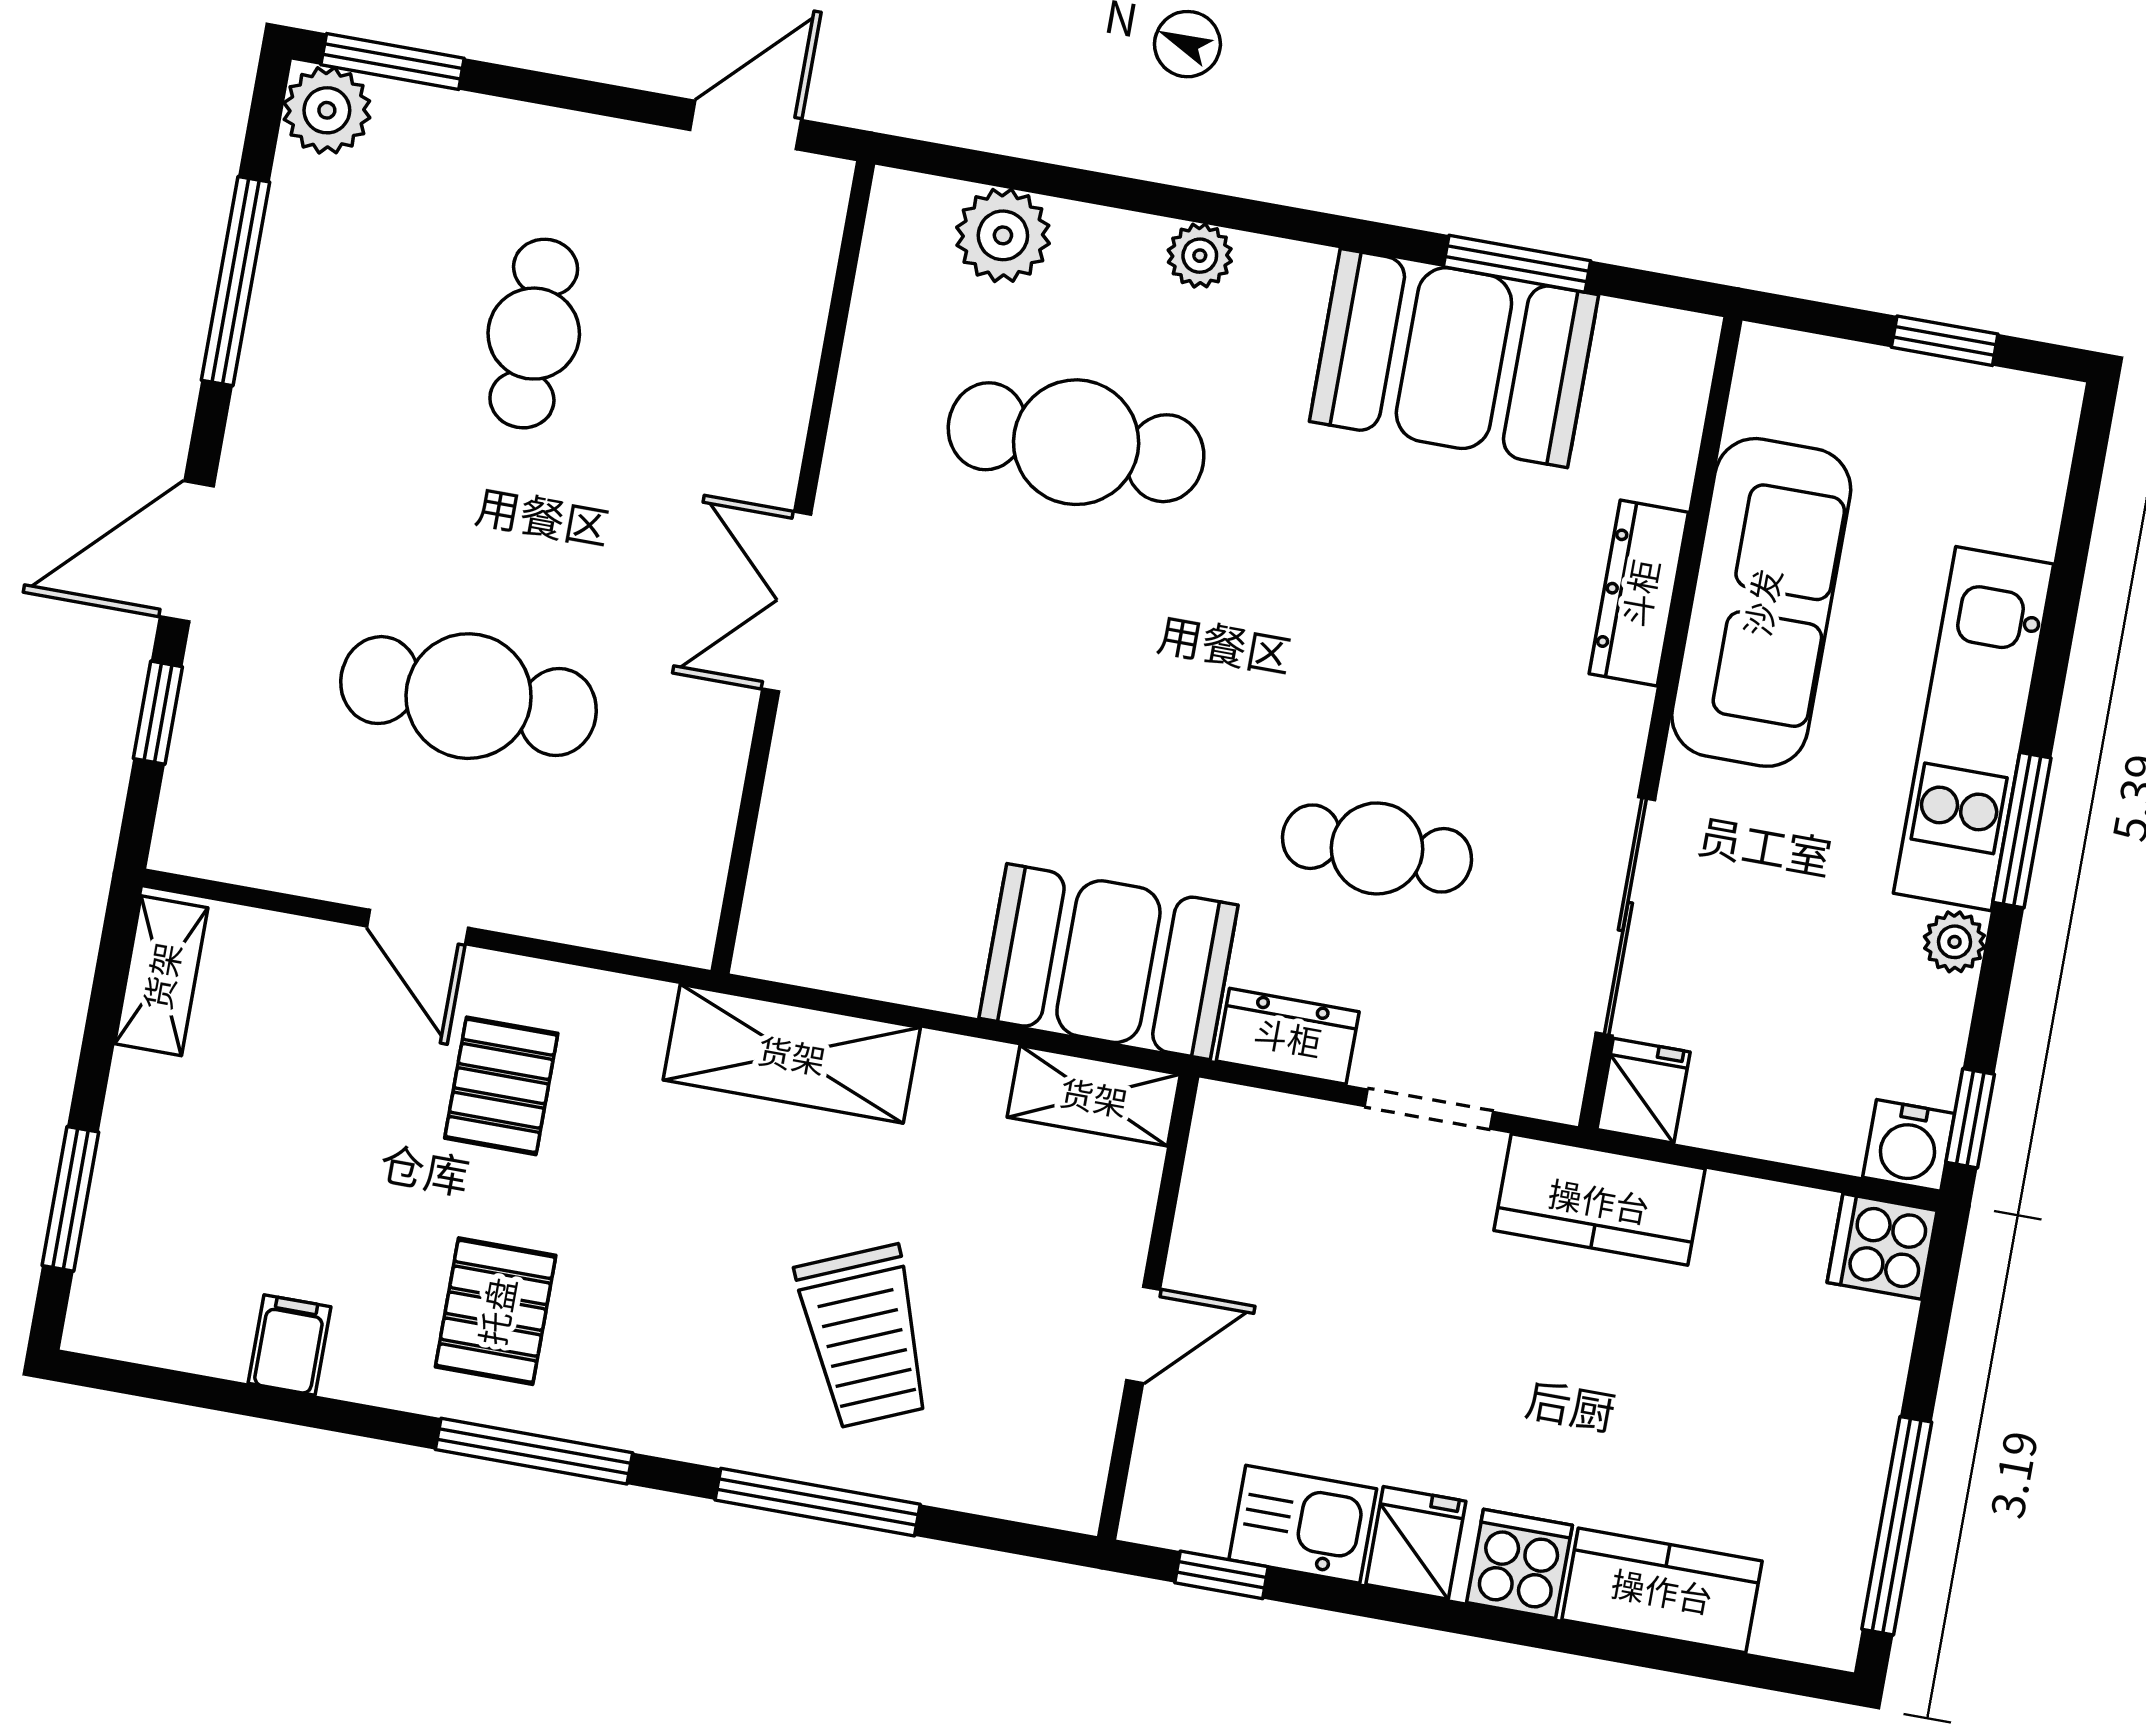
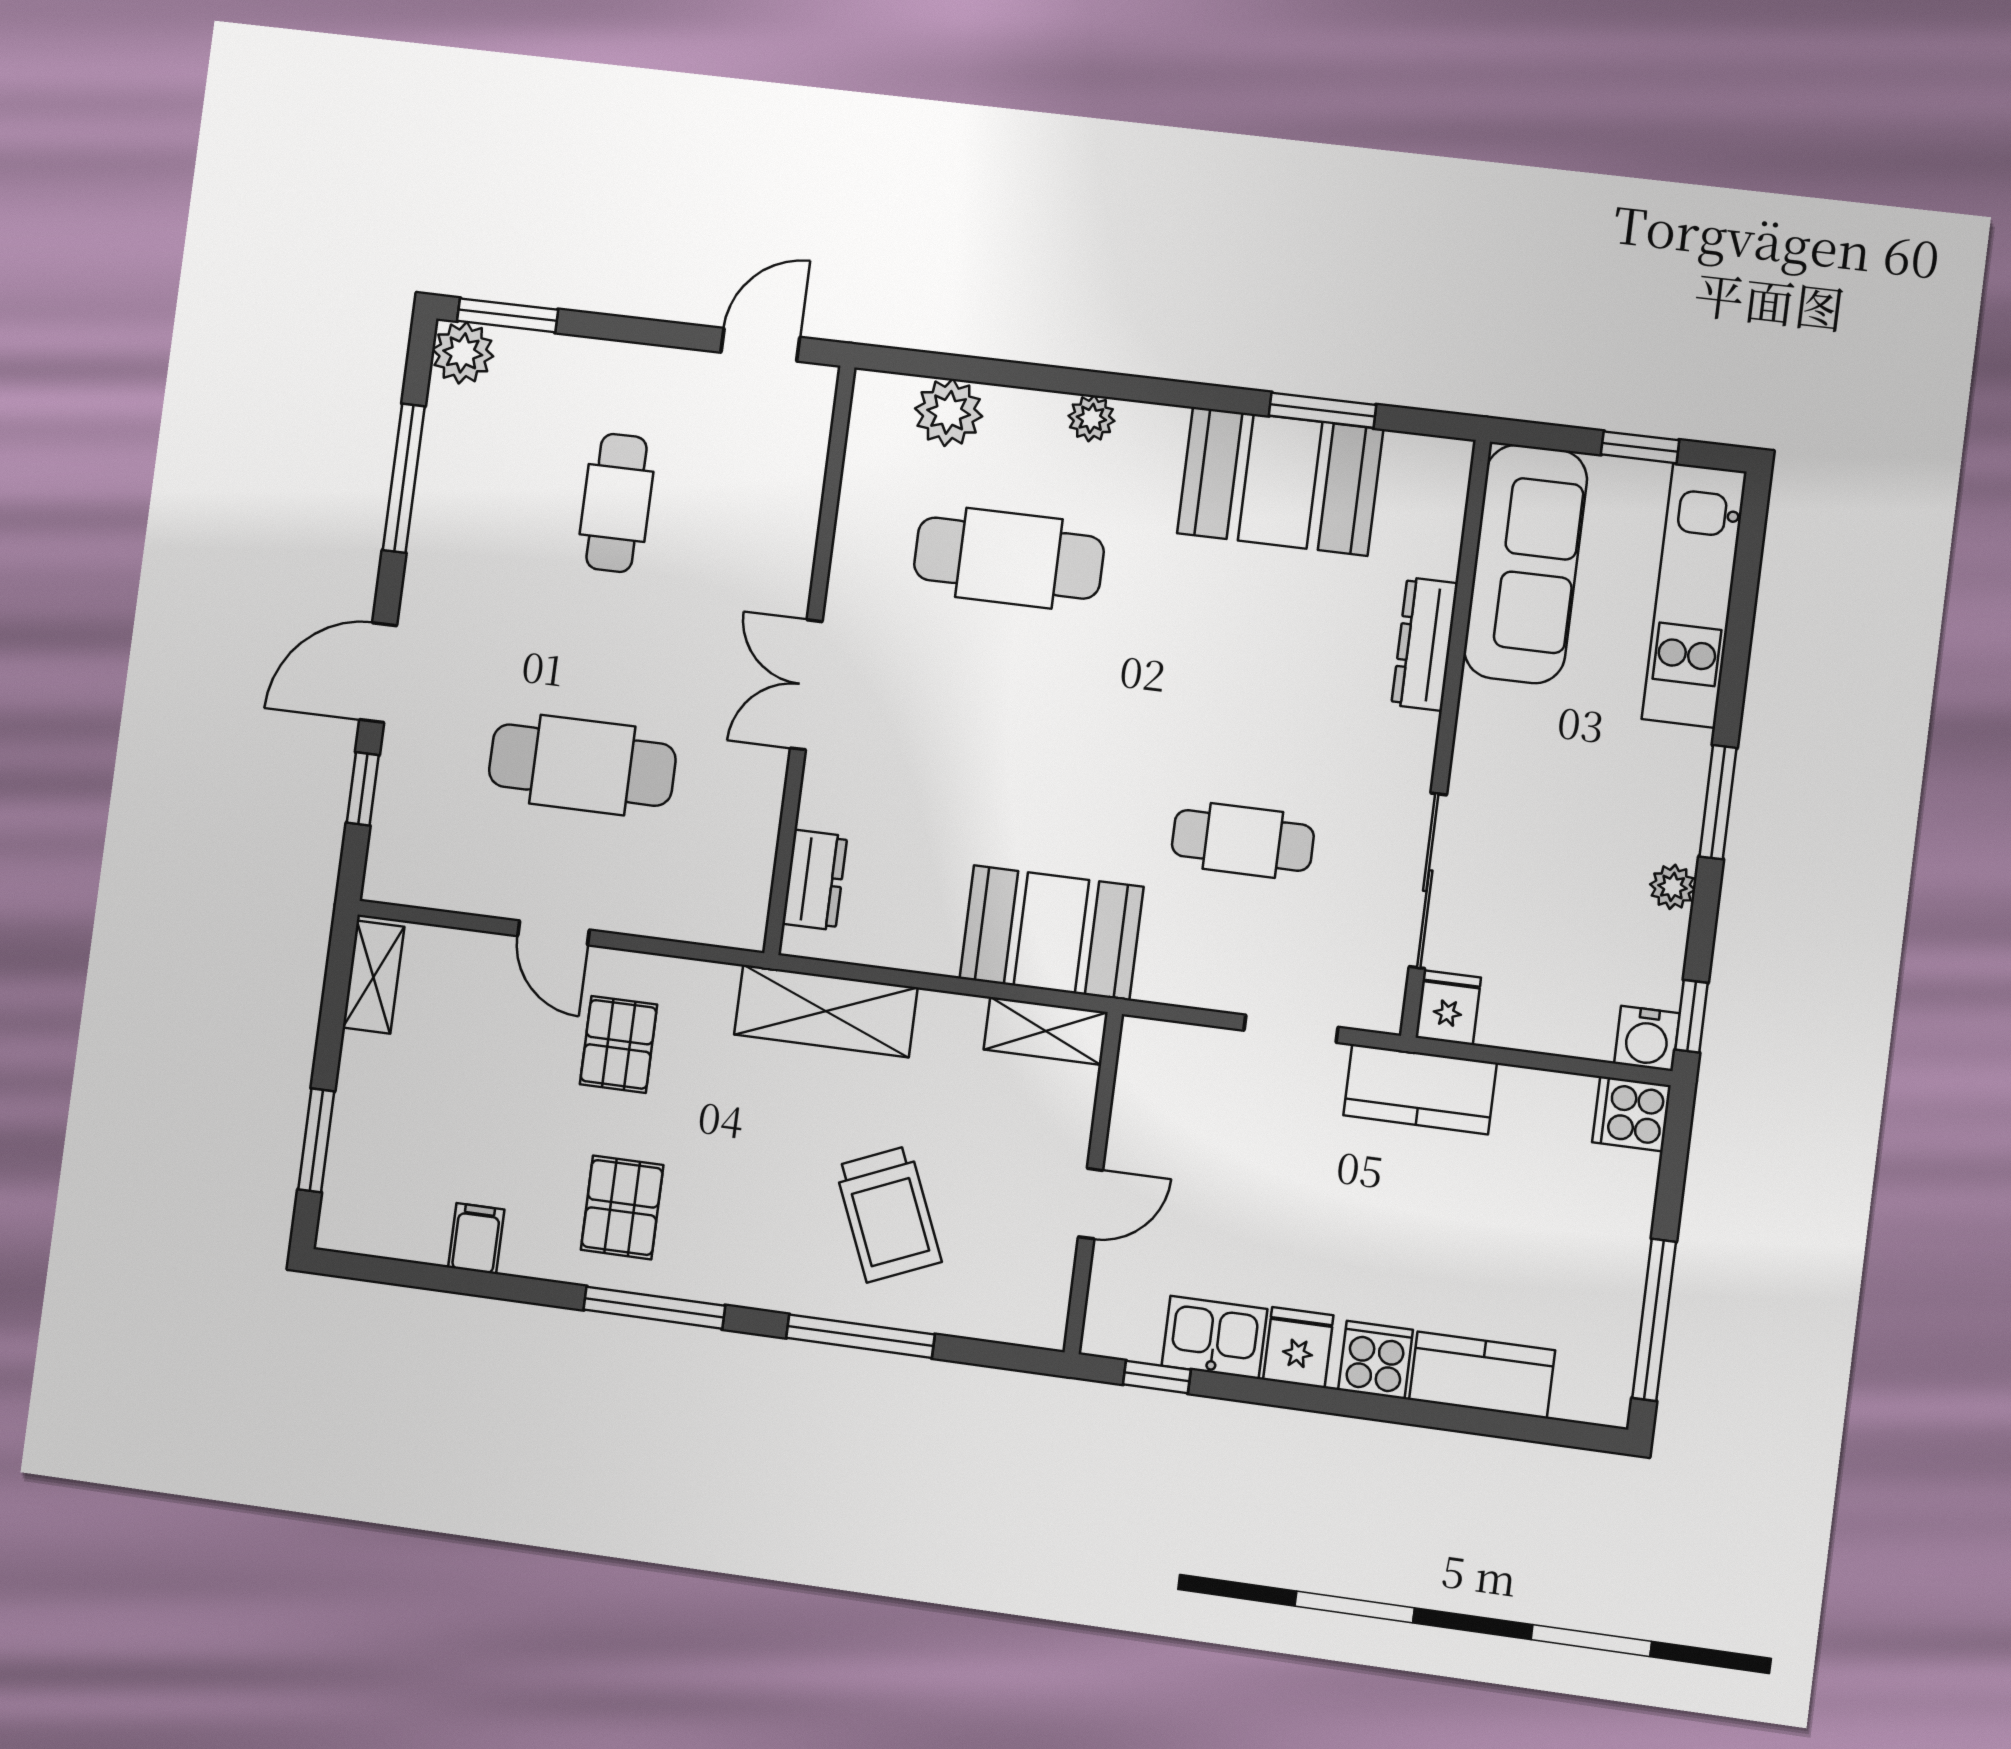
sofa: (1761, 602) -> (1525, 564), moved
kitchen unit: (1973, 729) -> (1694, 595), moved
dresser: (1288, 1036) -> (815, 880), moved, turned 90

